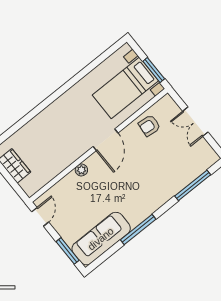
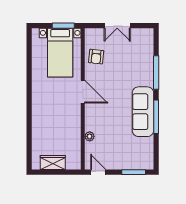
plant: (81, 170) -> (90, 136), moved
window: (193, 185) -> (156, 73), moved
sofa: (101, 239) -> (143, 112), moved

